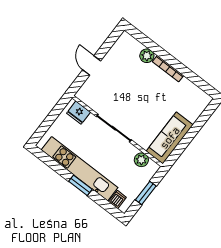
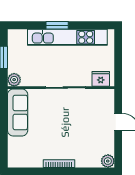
plant: (147, 56) -> (108, 161), moved
plant: (141, 160) -> (14, 80), moved
dishwasher: (117, 199) -> (21, 36), removed

